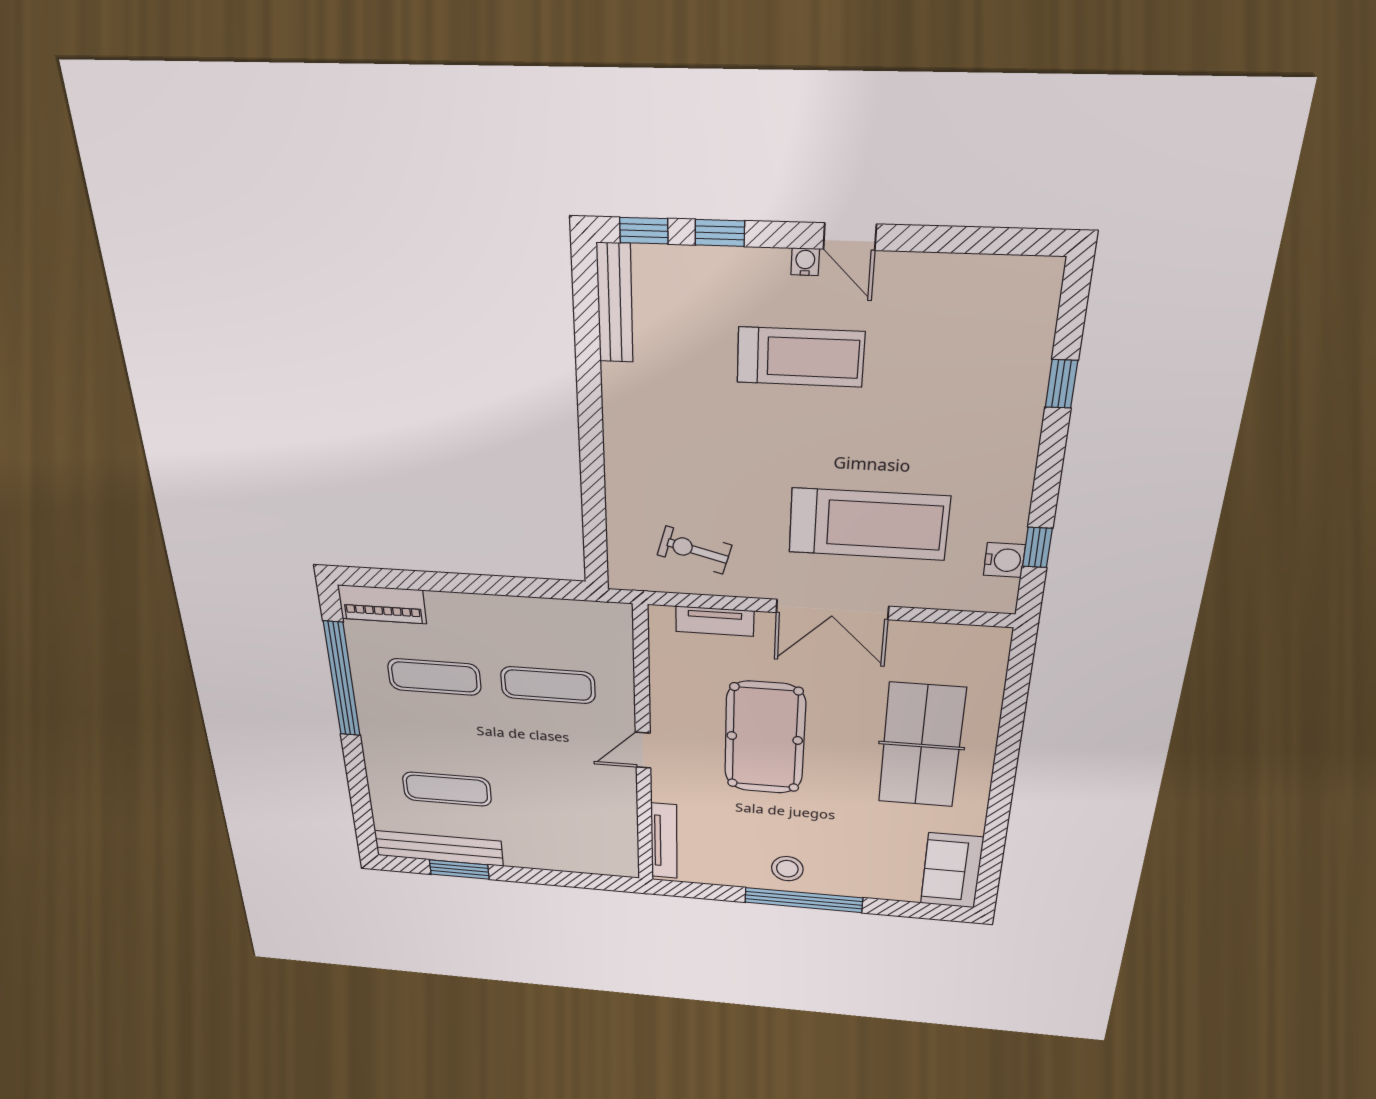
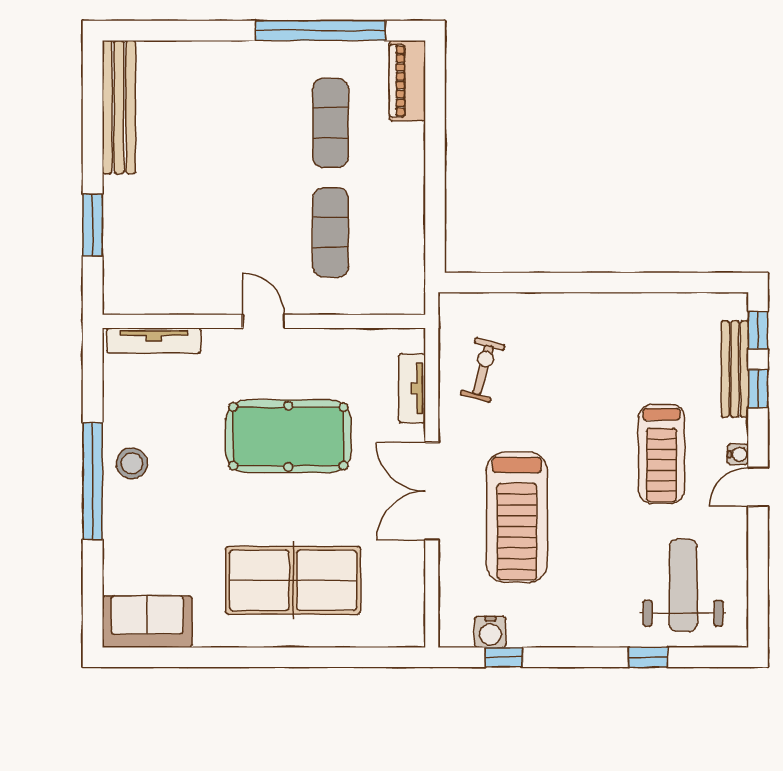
bench: (615, 303) -> (735, 369), moved, turned 90
weight bench: (972, 337) -> (683, 585), added
exercise mat: (447, 789) -> (197, 123), removed
window: (459, 869) -> (93, 225), moved

